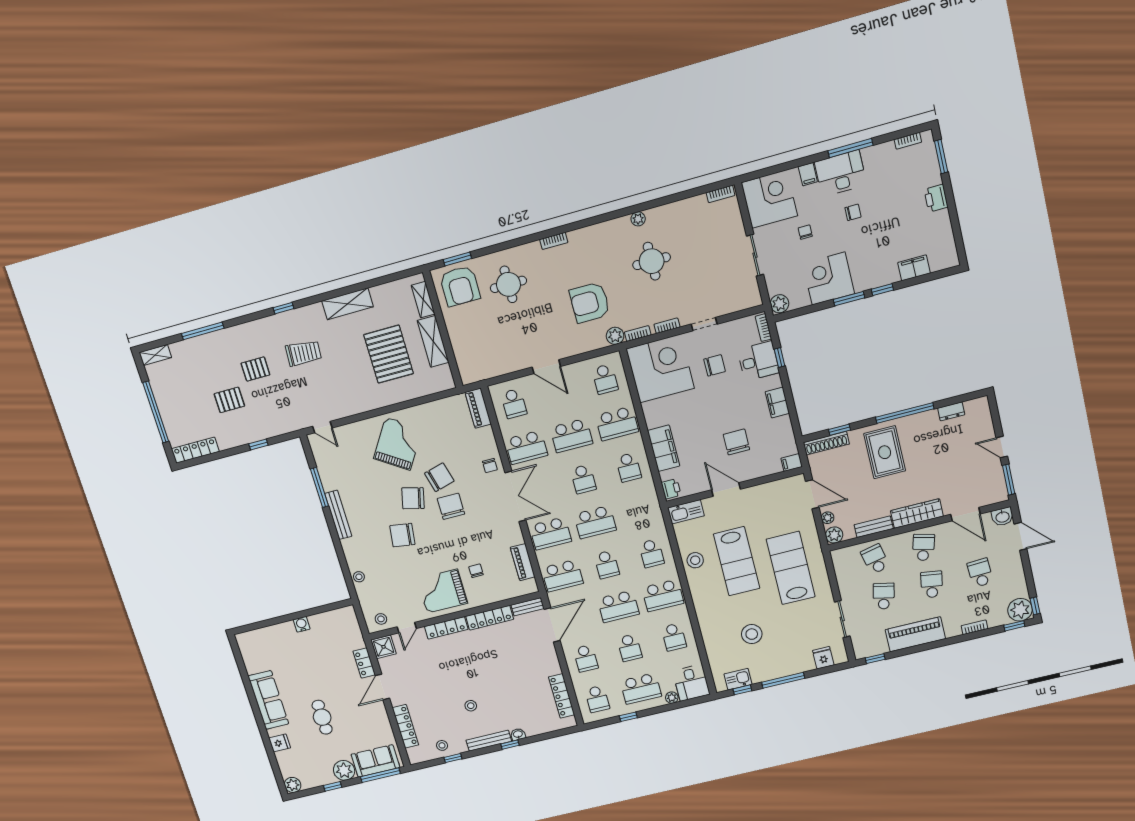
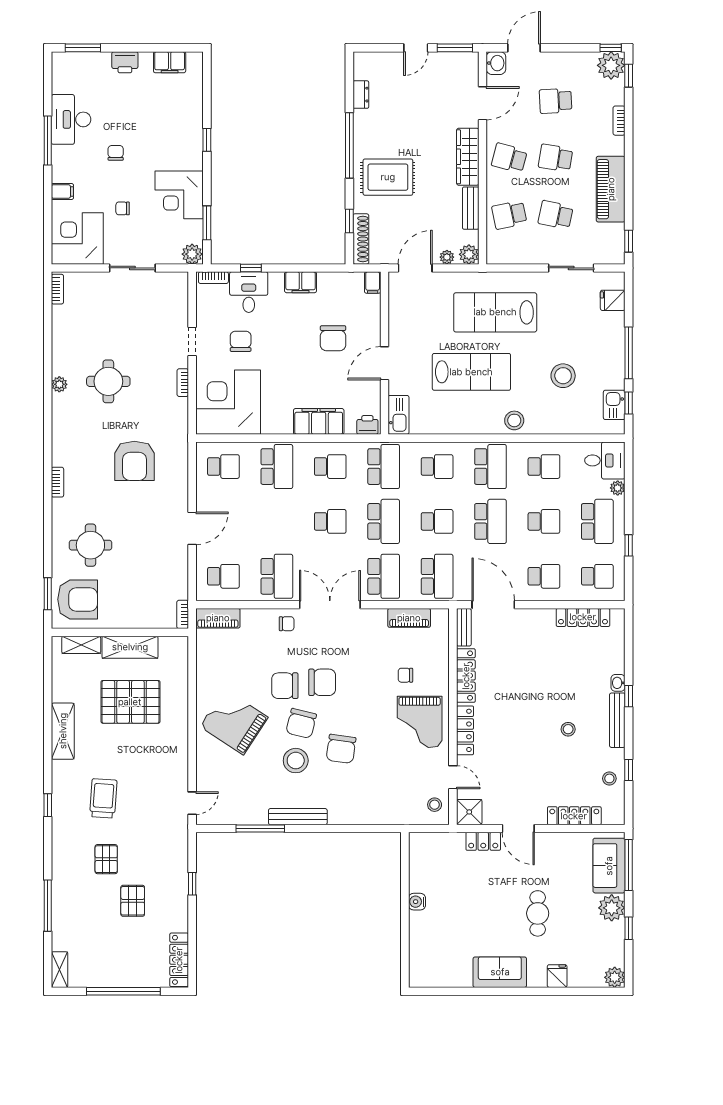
bookcase: (908, 141) -> (57, 79), removed
desk: (841, 173) -> (71, 119), moved
filing cabinet: (914, 268) -> (170, 62), moved, turned -90
window: (849, 299) -> (207, 223), moved
bookcase: (638, 333) -> (183, 614), moved
plant: (615, 336) -> (178, 443), removed
school desk: (571, 436) -> (384, 467), moved
chair: (736, 442) -> (333, 338), turned -90
chair: (439, 477) -> (285, 686), turned -75
chair: (451, 506) -> (322, 682), turned 180
stool: (695, 560) -> (514, 420), moved
stool: (359, 577) -> (296, 761), moved, width x1.89, depth x1.89
sofa: (268, 700) -> (500, 972), width x0.73
cafe table: (322, 717) -> (538, 913), turned 90

